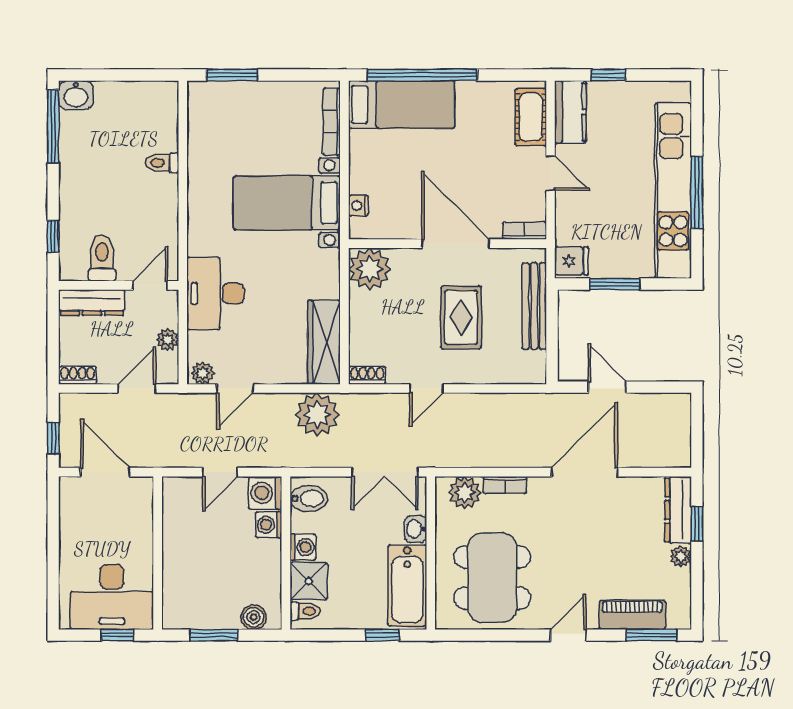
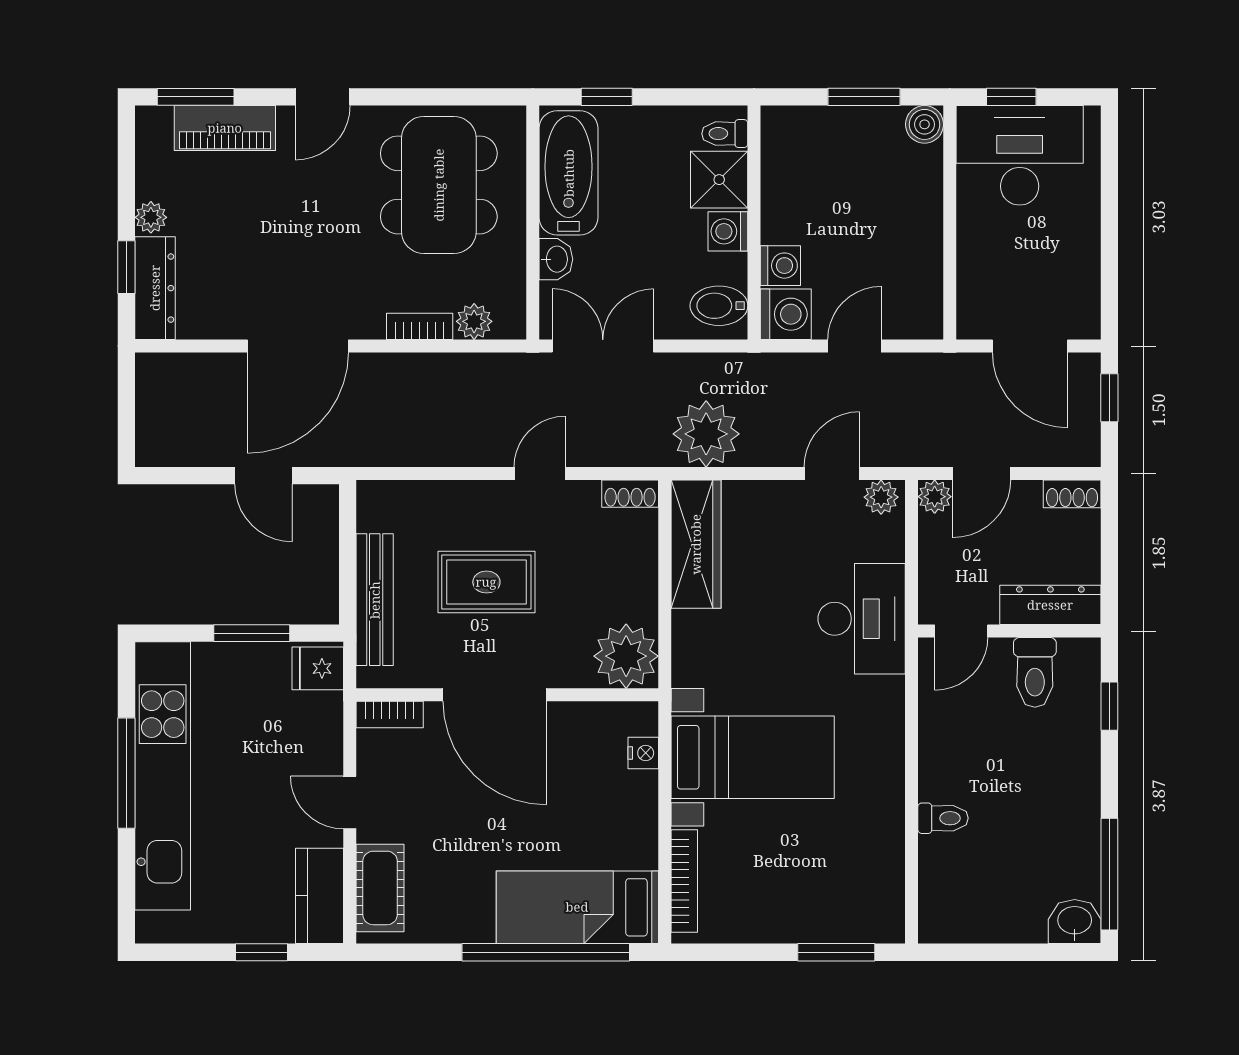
rug: (461, 317) -> (486, 582), turned 90
plant: (168, 340) -> (935, 497), moved
plant: (465, 493) -> (474, 321), width x0.73, depth x0.73
boiler: (253, 617) -> (925, 124), moved

